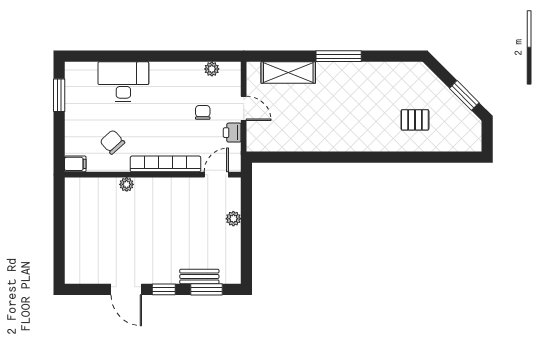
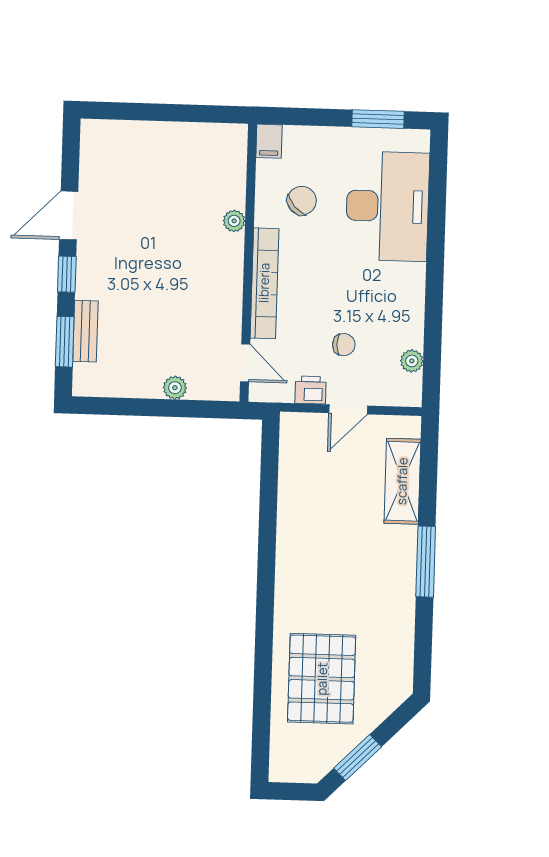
desk: (123, 82) -> (387, 206), width x1.36, depth x1.30
pallet: (415, 120) -> (322, 679), width x2.05, depth x2.00

